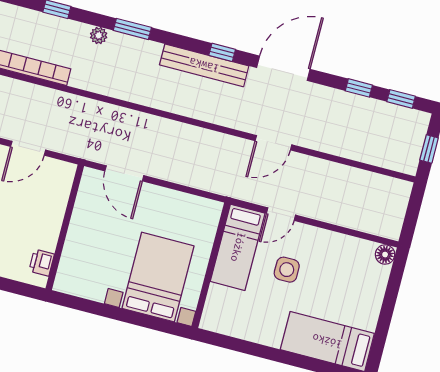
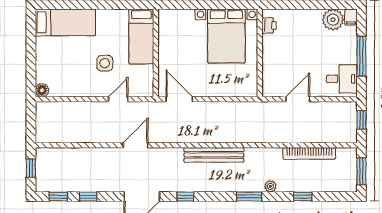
bench: (204, 65) -> (214, 155), moved
door: (124, 173) -> (179, 99), moved
bed: (238, 247) -> (141, 36), moved, turned 180
bed with nightstands: (158, 277) -> (226, 36), moved

